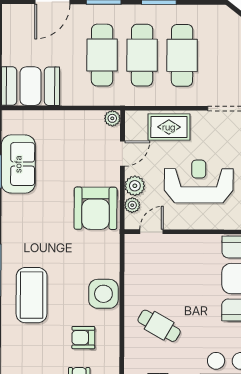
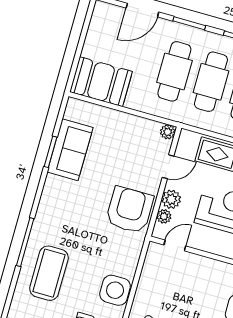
armchair: (96, 208) -> (130, 210), turned 180

